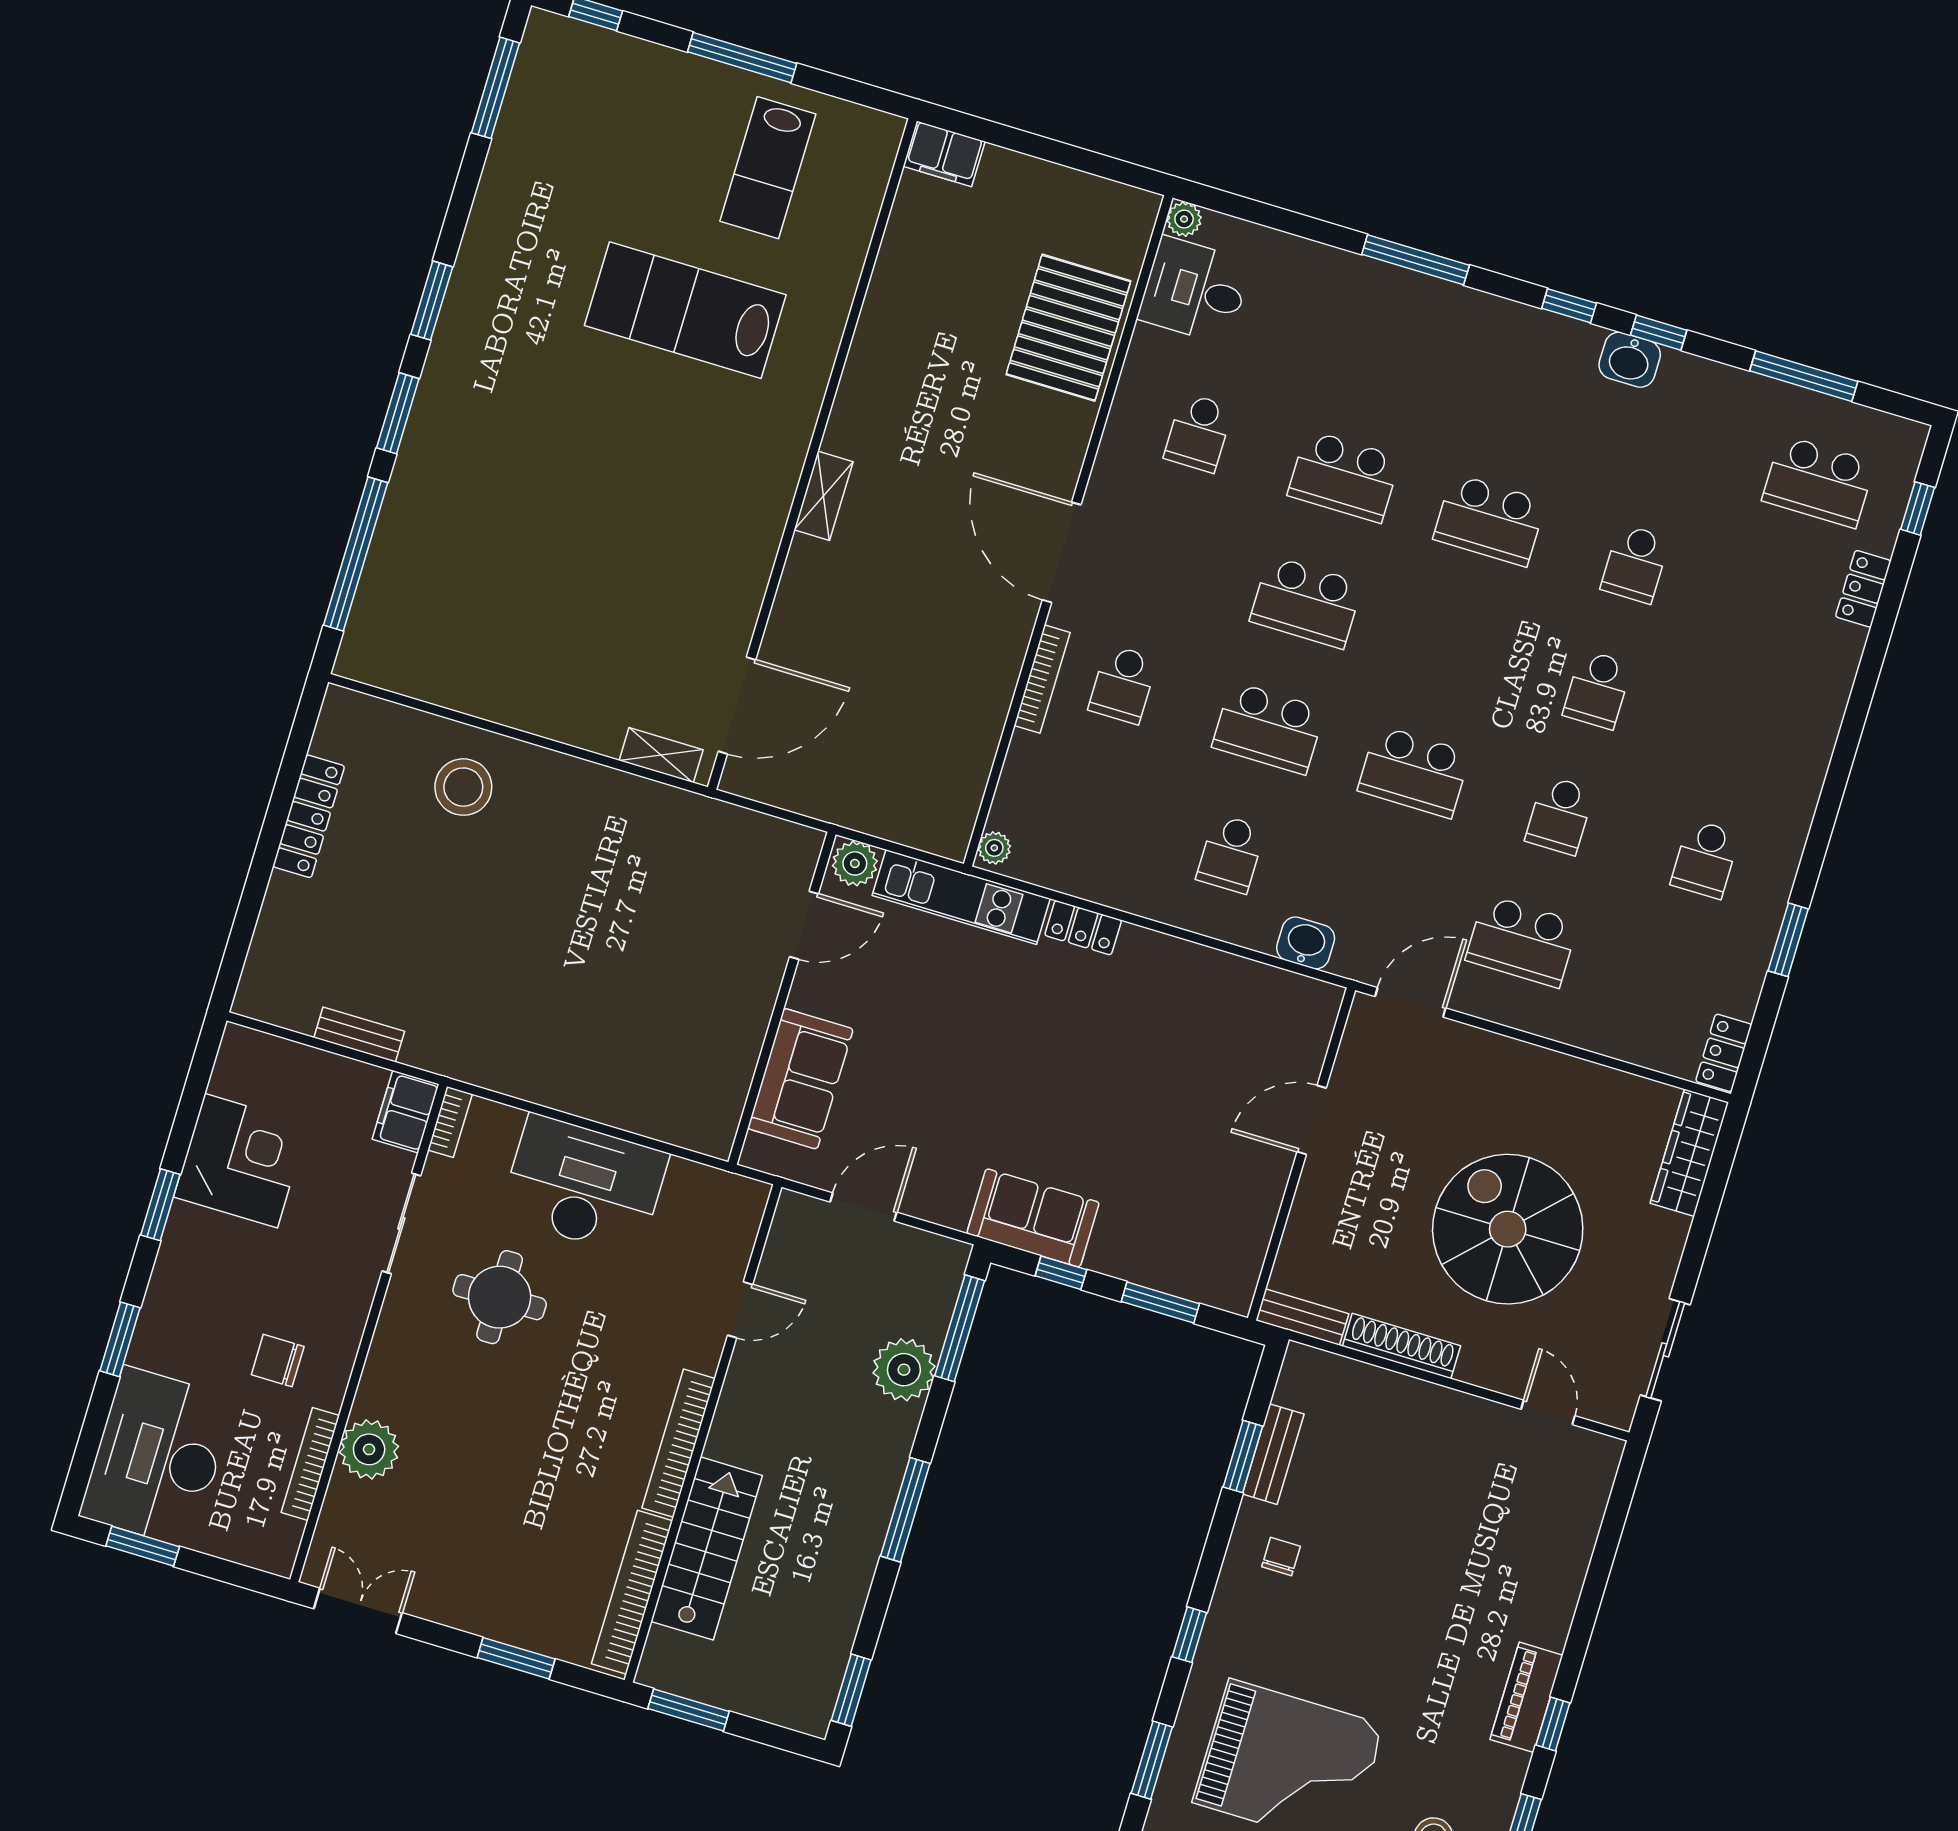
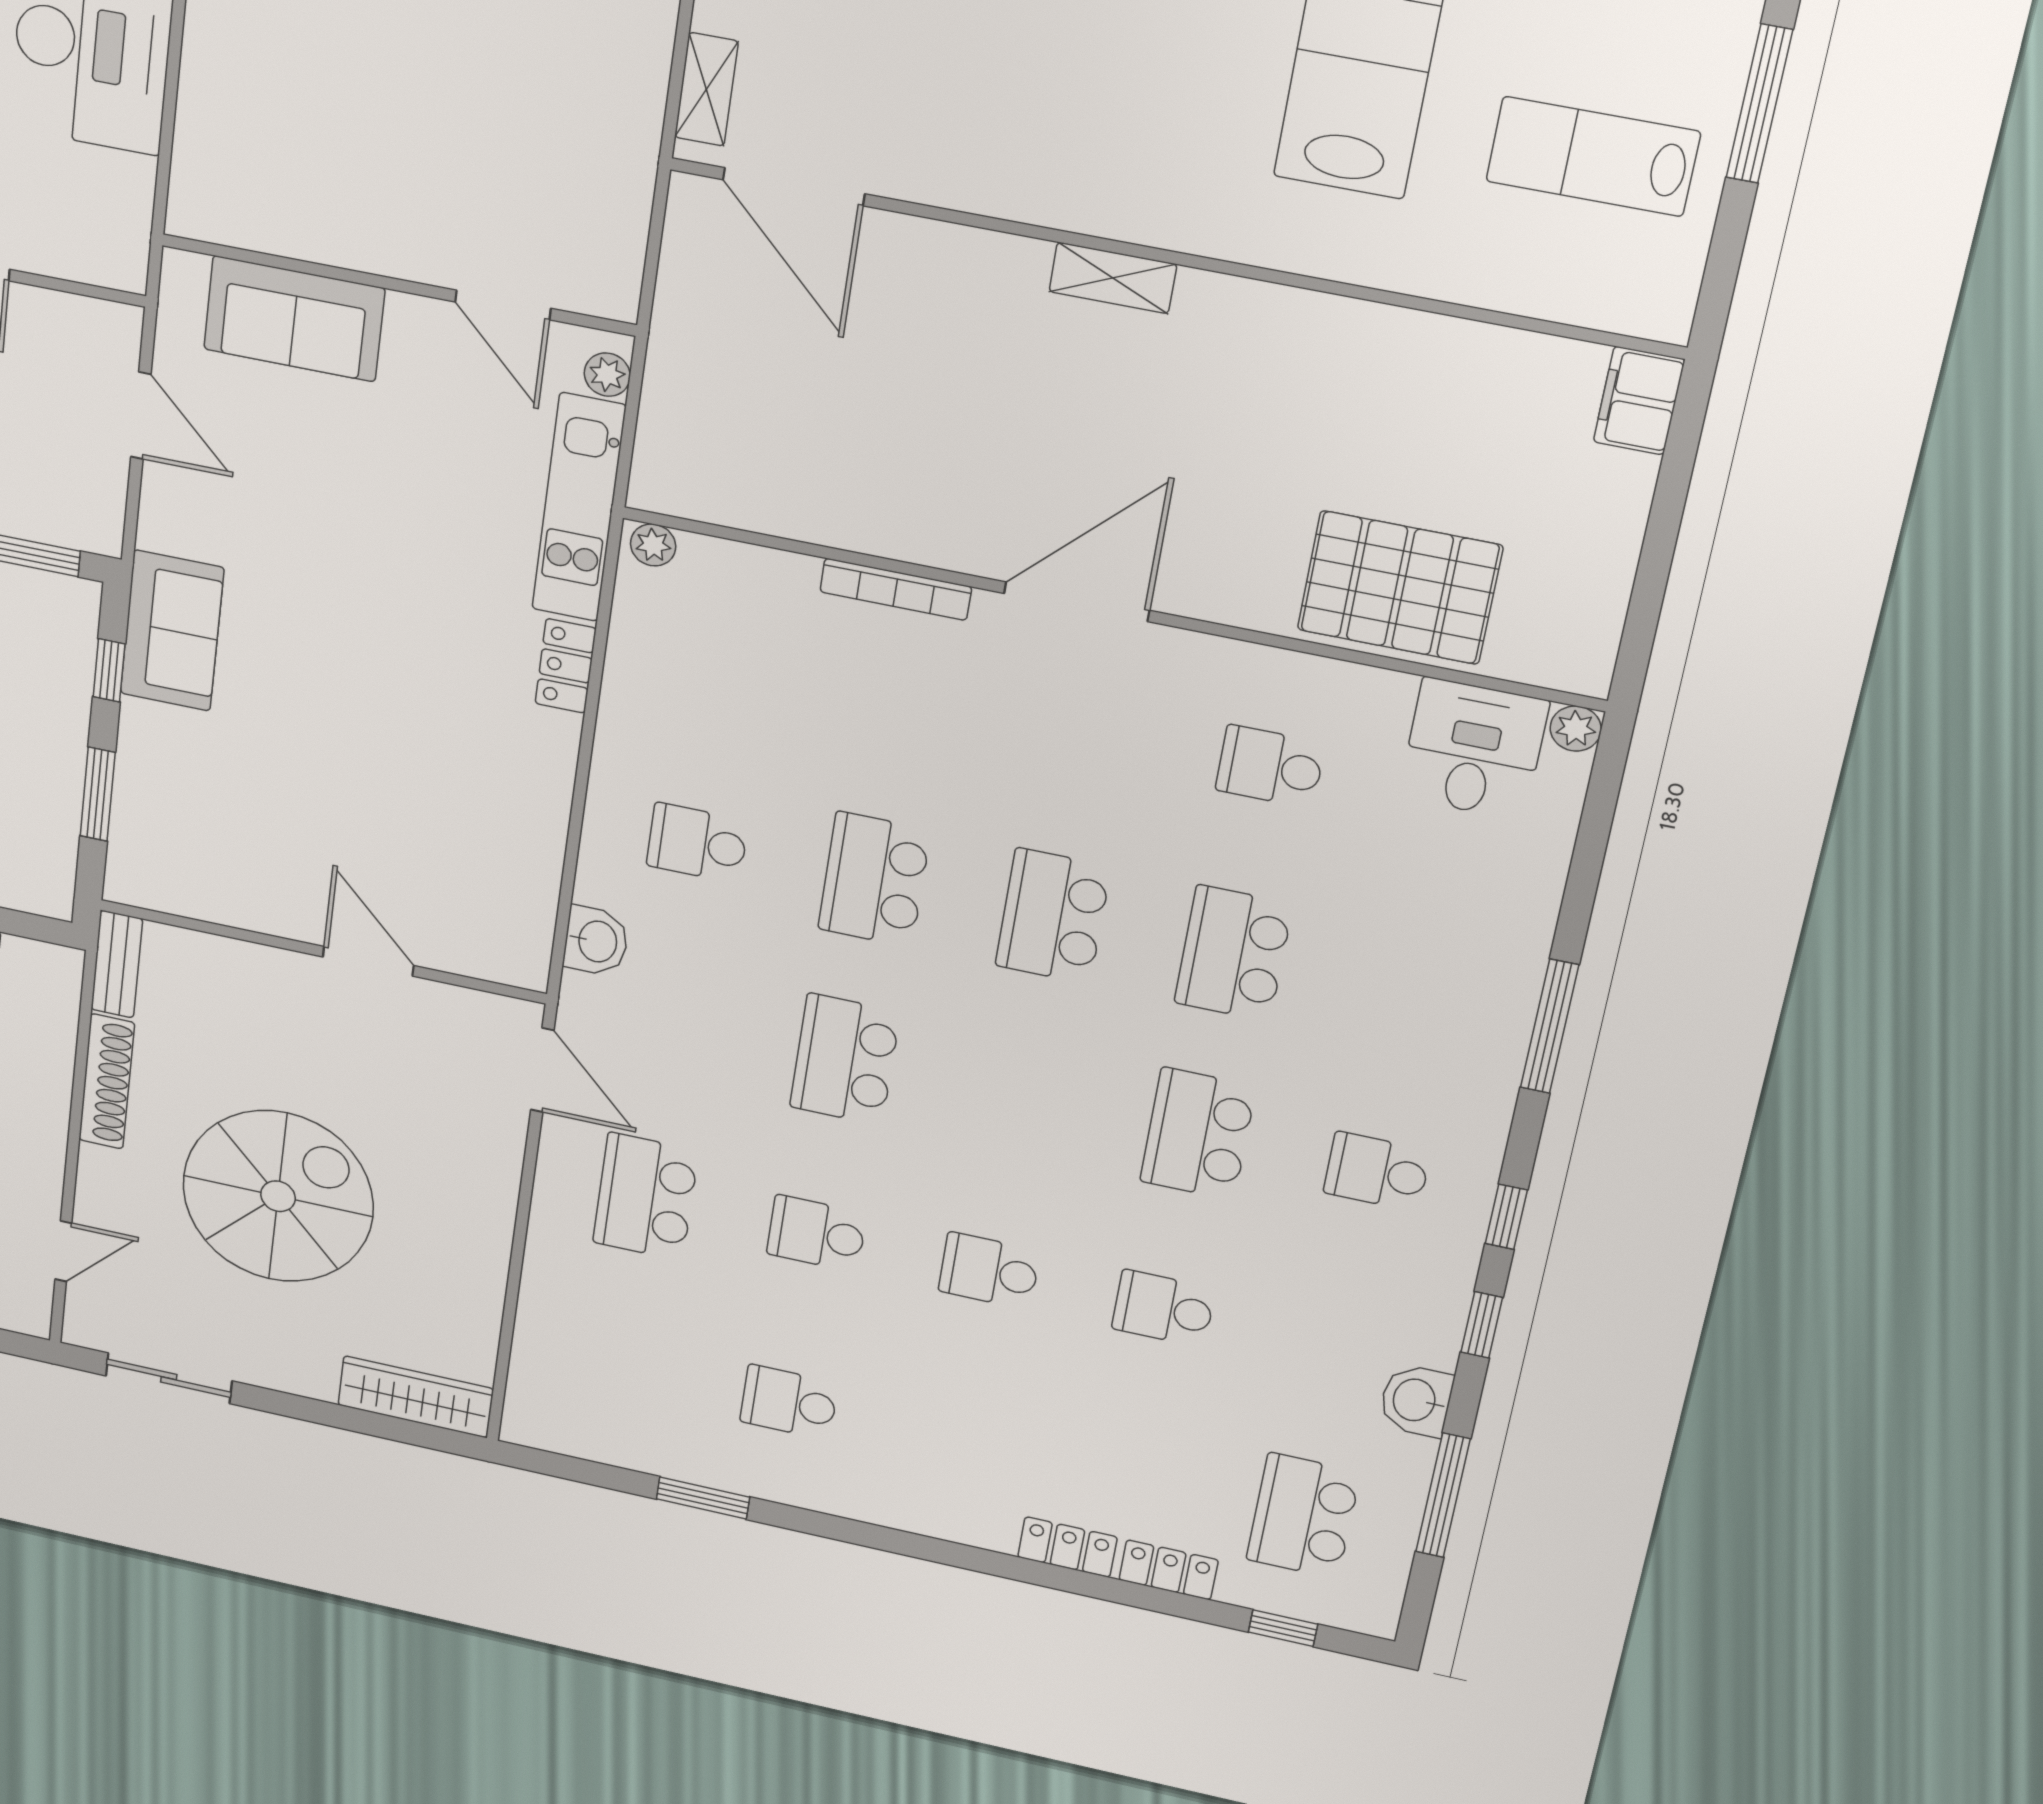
washbasin: (1630, 360) -> (1416, 1400), moved
school desk: (1123, 684) -> (1377, 1172), moved
plant: (855, 863) -> (607, 375), width x0.73, depth x0.73
locker: (1724, 1053) -> (1067, 1547), moved

